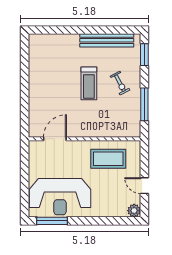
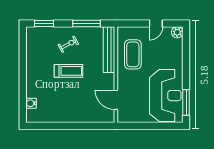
water cooler: (51, 40) -> (31, 103), added
bench: (107, 40) -> (109, 50), moved

